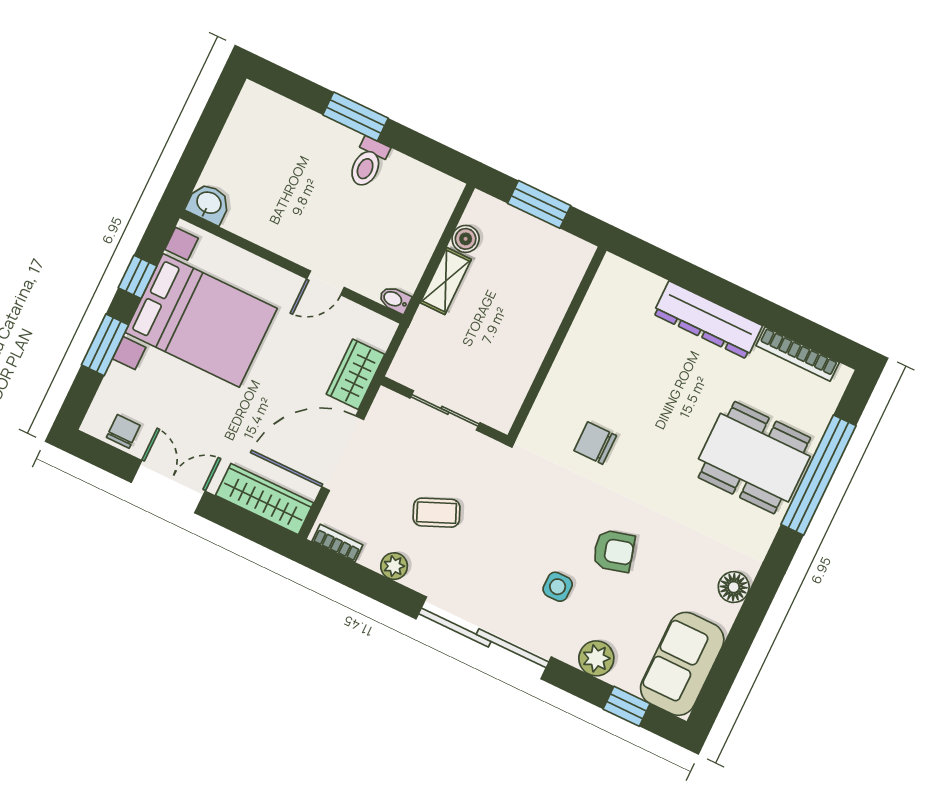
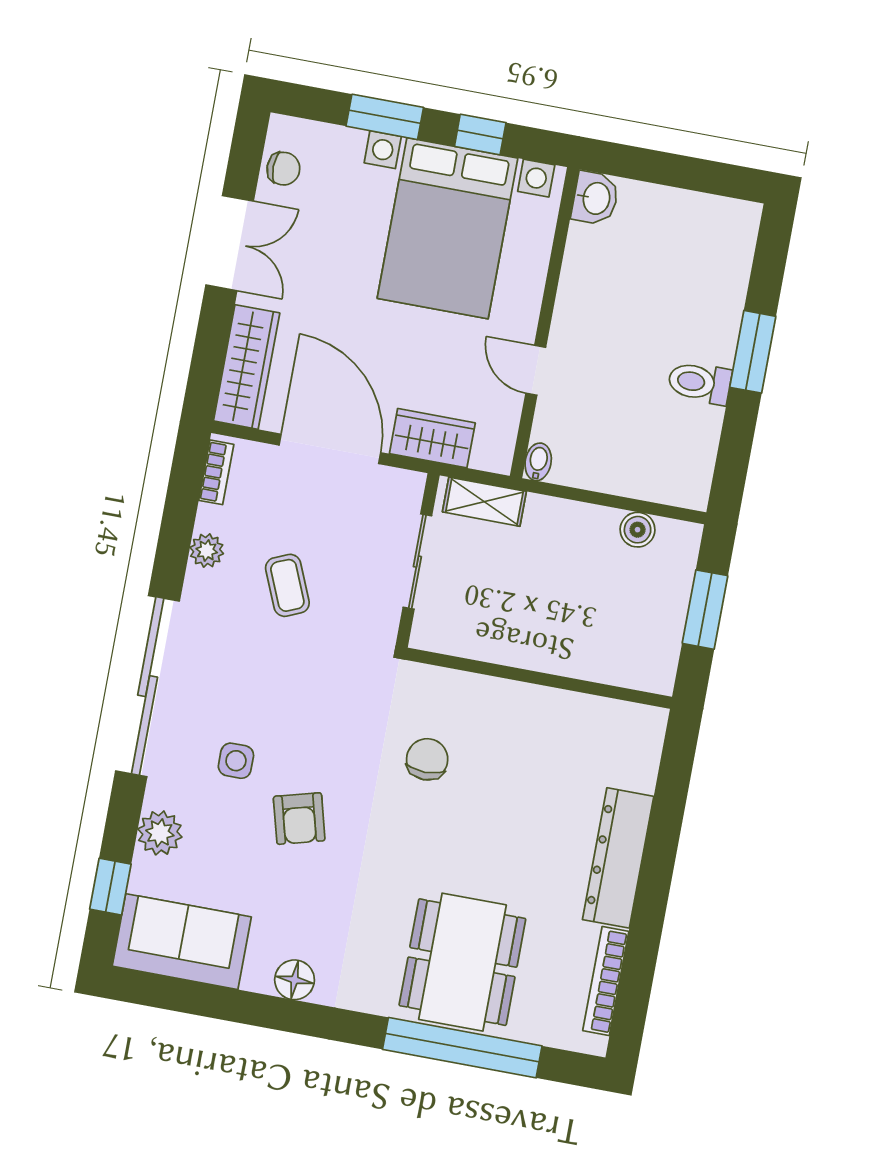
shelving: (446, 281) -> (484, 502), moved

